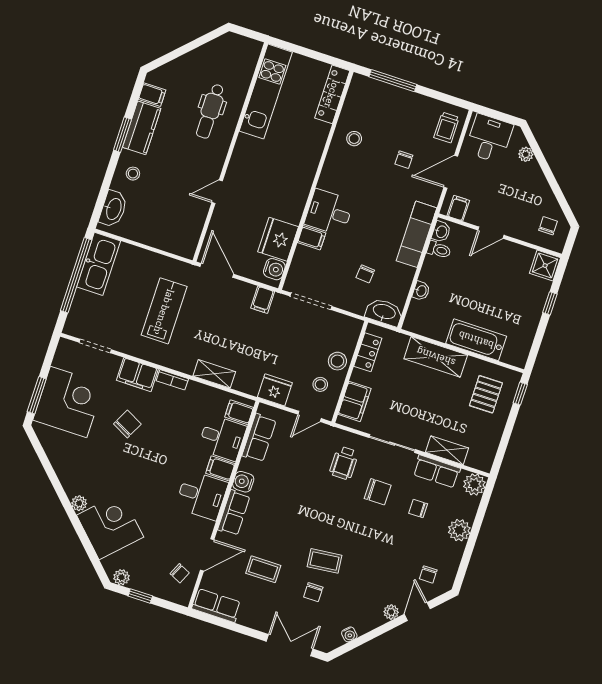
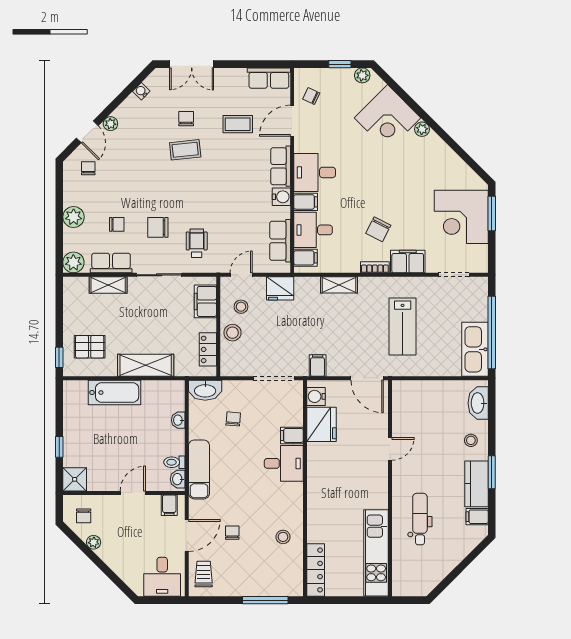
plant: (526, 154) -> (94, 542), moved
pallet: (486, 394) -> (90, 347), turned 90
chair: (127, 424) -> (378, 229), moved

